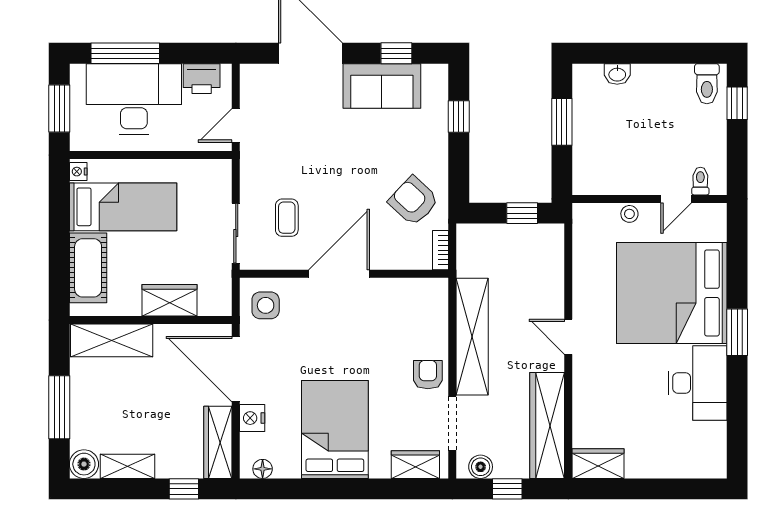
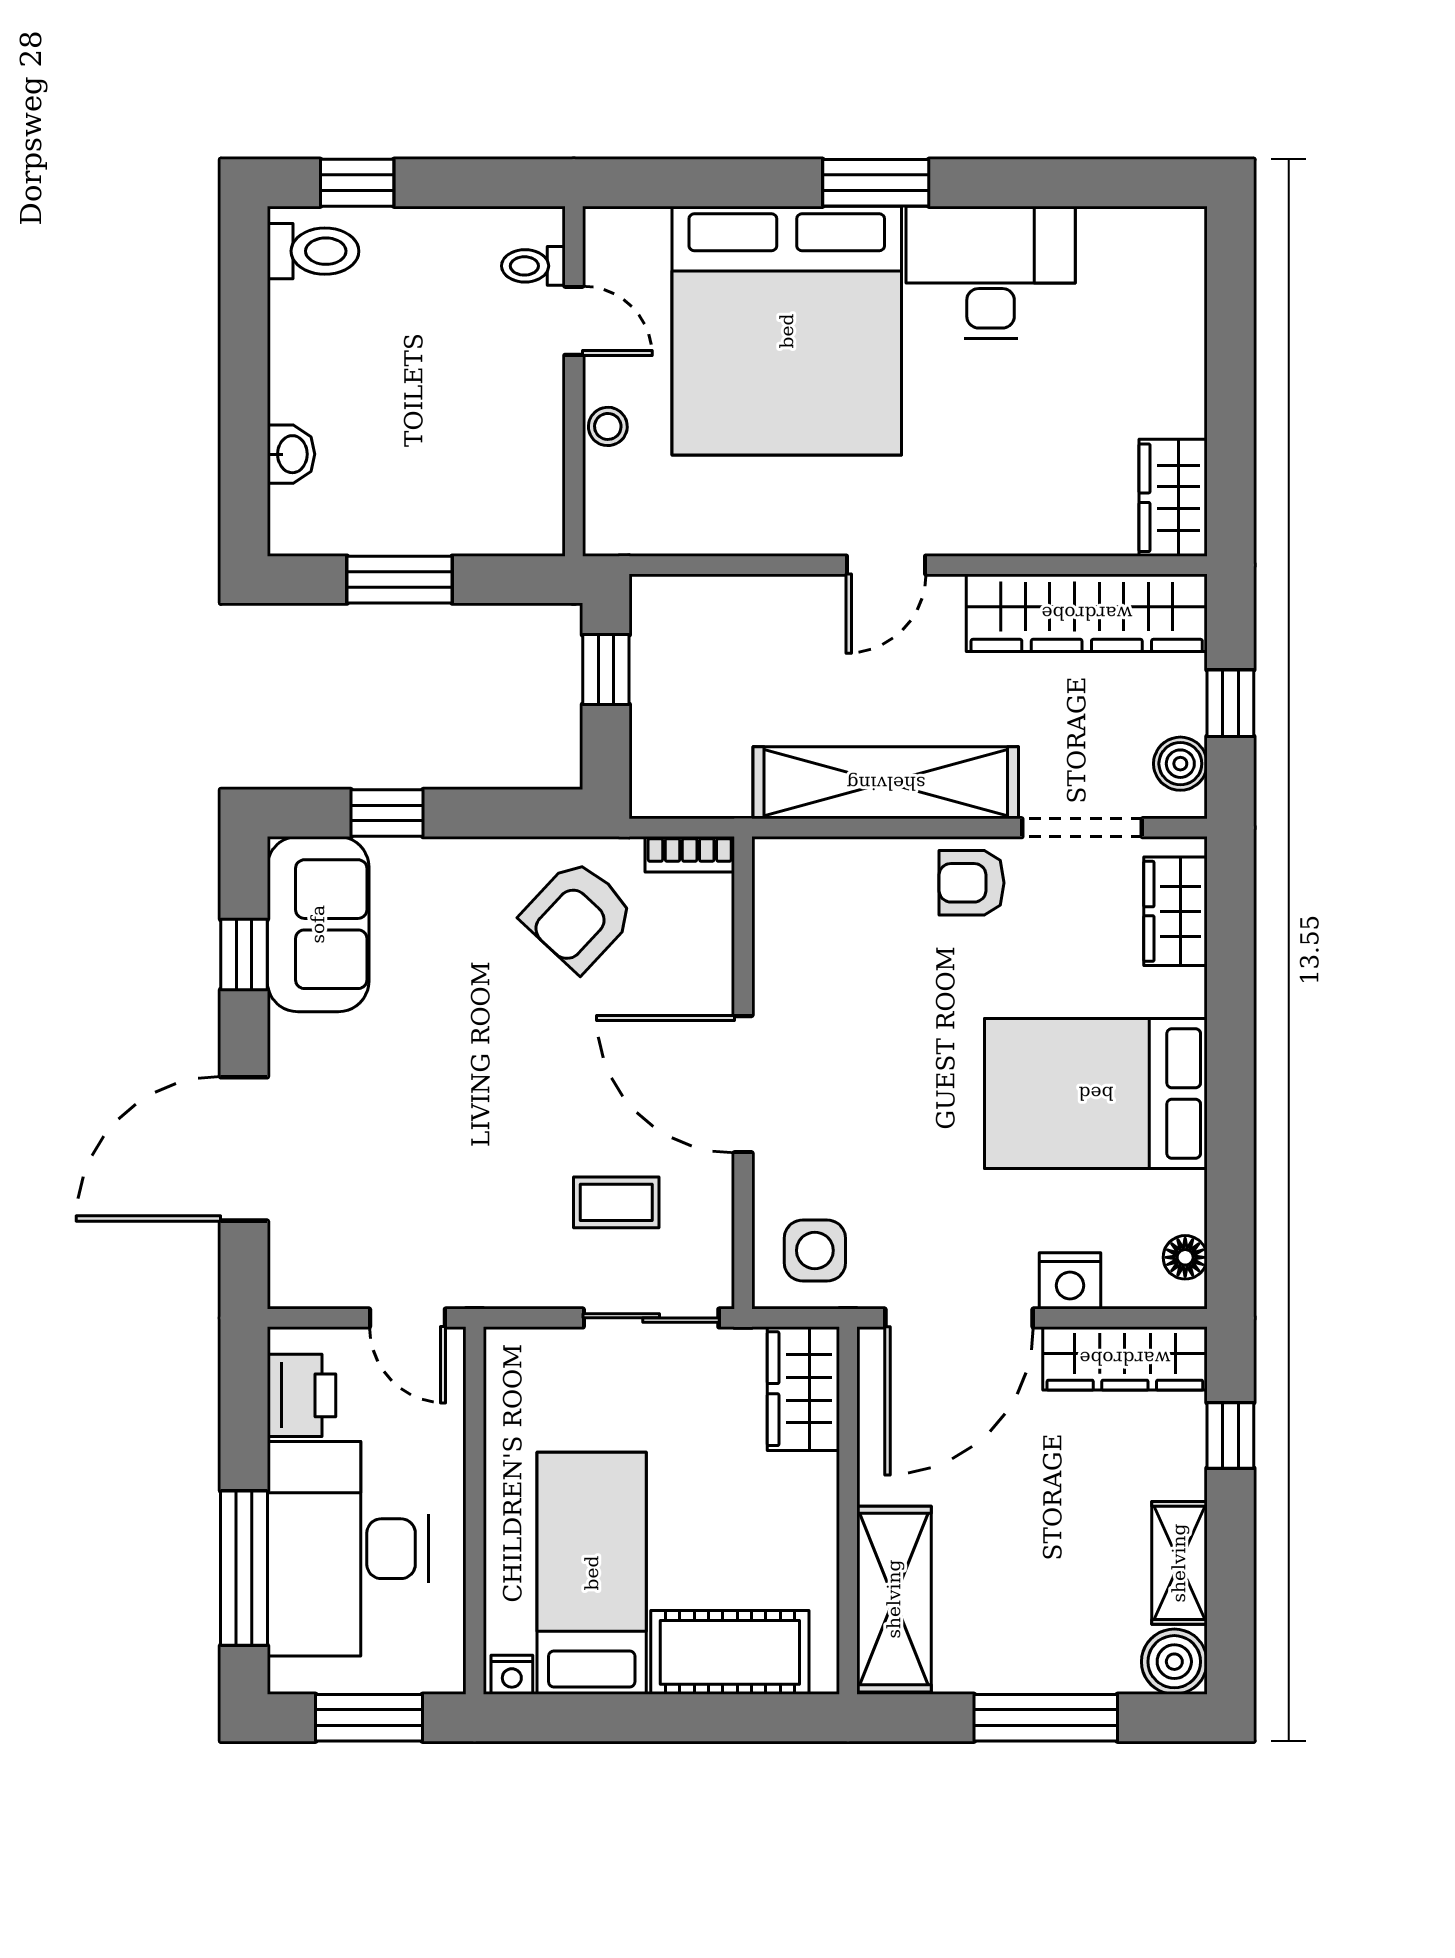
sofa: (382, 86) -> (318, 924), moved
wardrobe: (170, 300) -> (803, 1389), moved

